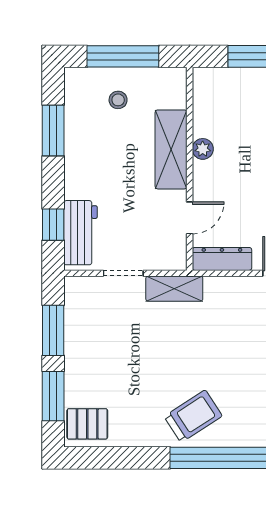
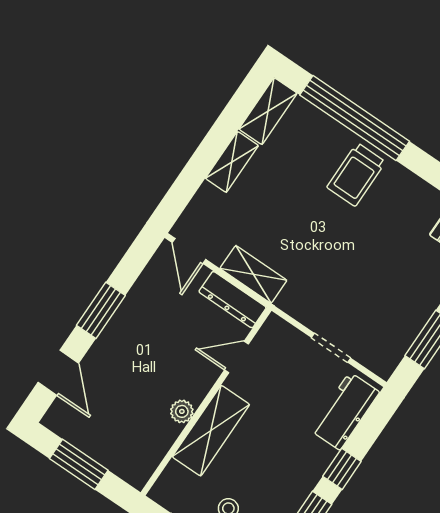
window: (53, 225) -> (342, 469), moved
shelving: (174, 289) -> (253, 274), moved
trolley: (193, 416) -> (356, 175), turned -57

